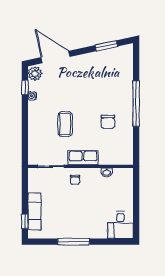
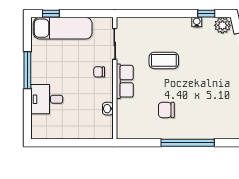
exam couch: (34, 211) -> (63, 28), width x1.36, depth x1.45
desk: (120, 225) -> (47, 99), moved

